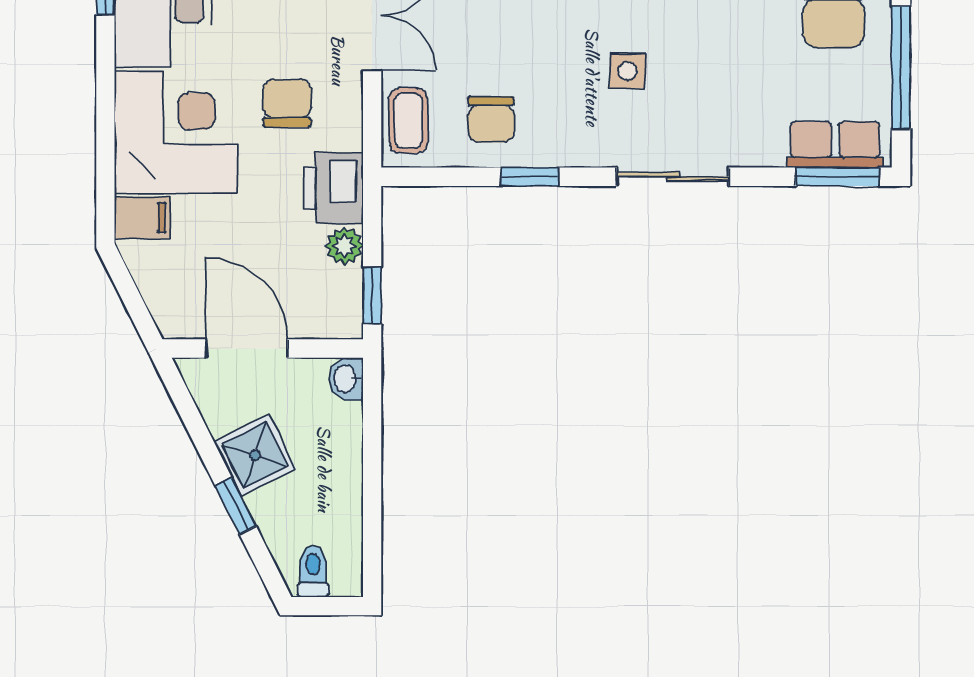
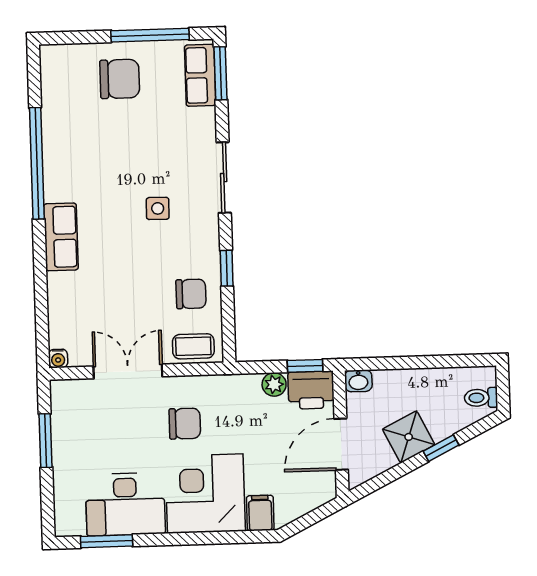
chair: (287, 103) -> (185, 424), turned 180
printer: (334, 188) -> (311, 390), moved

